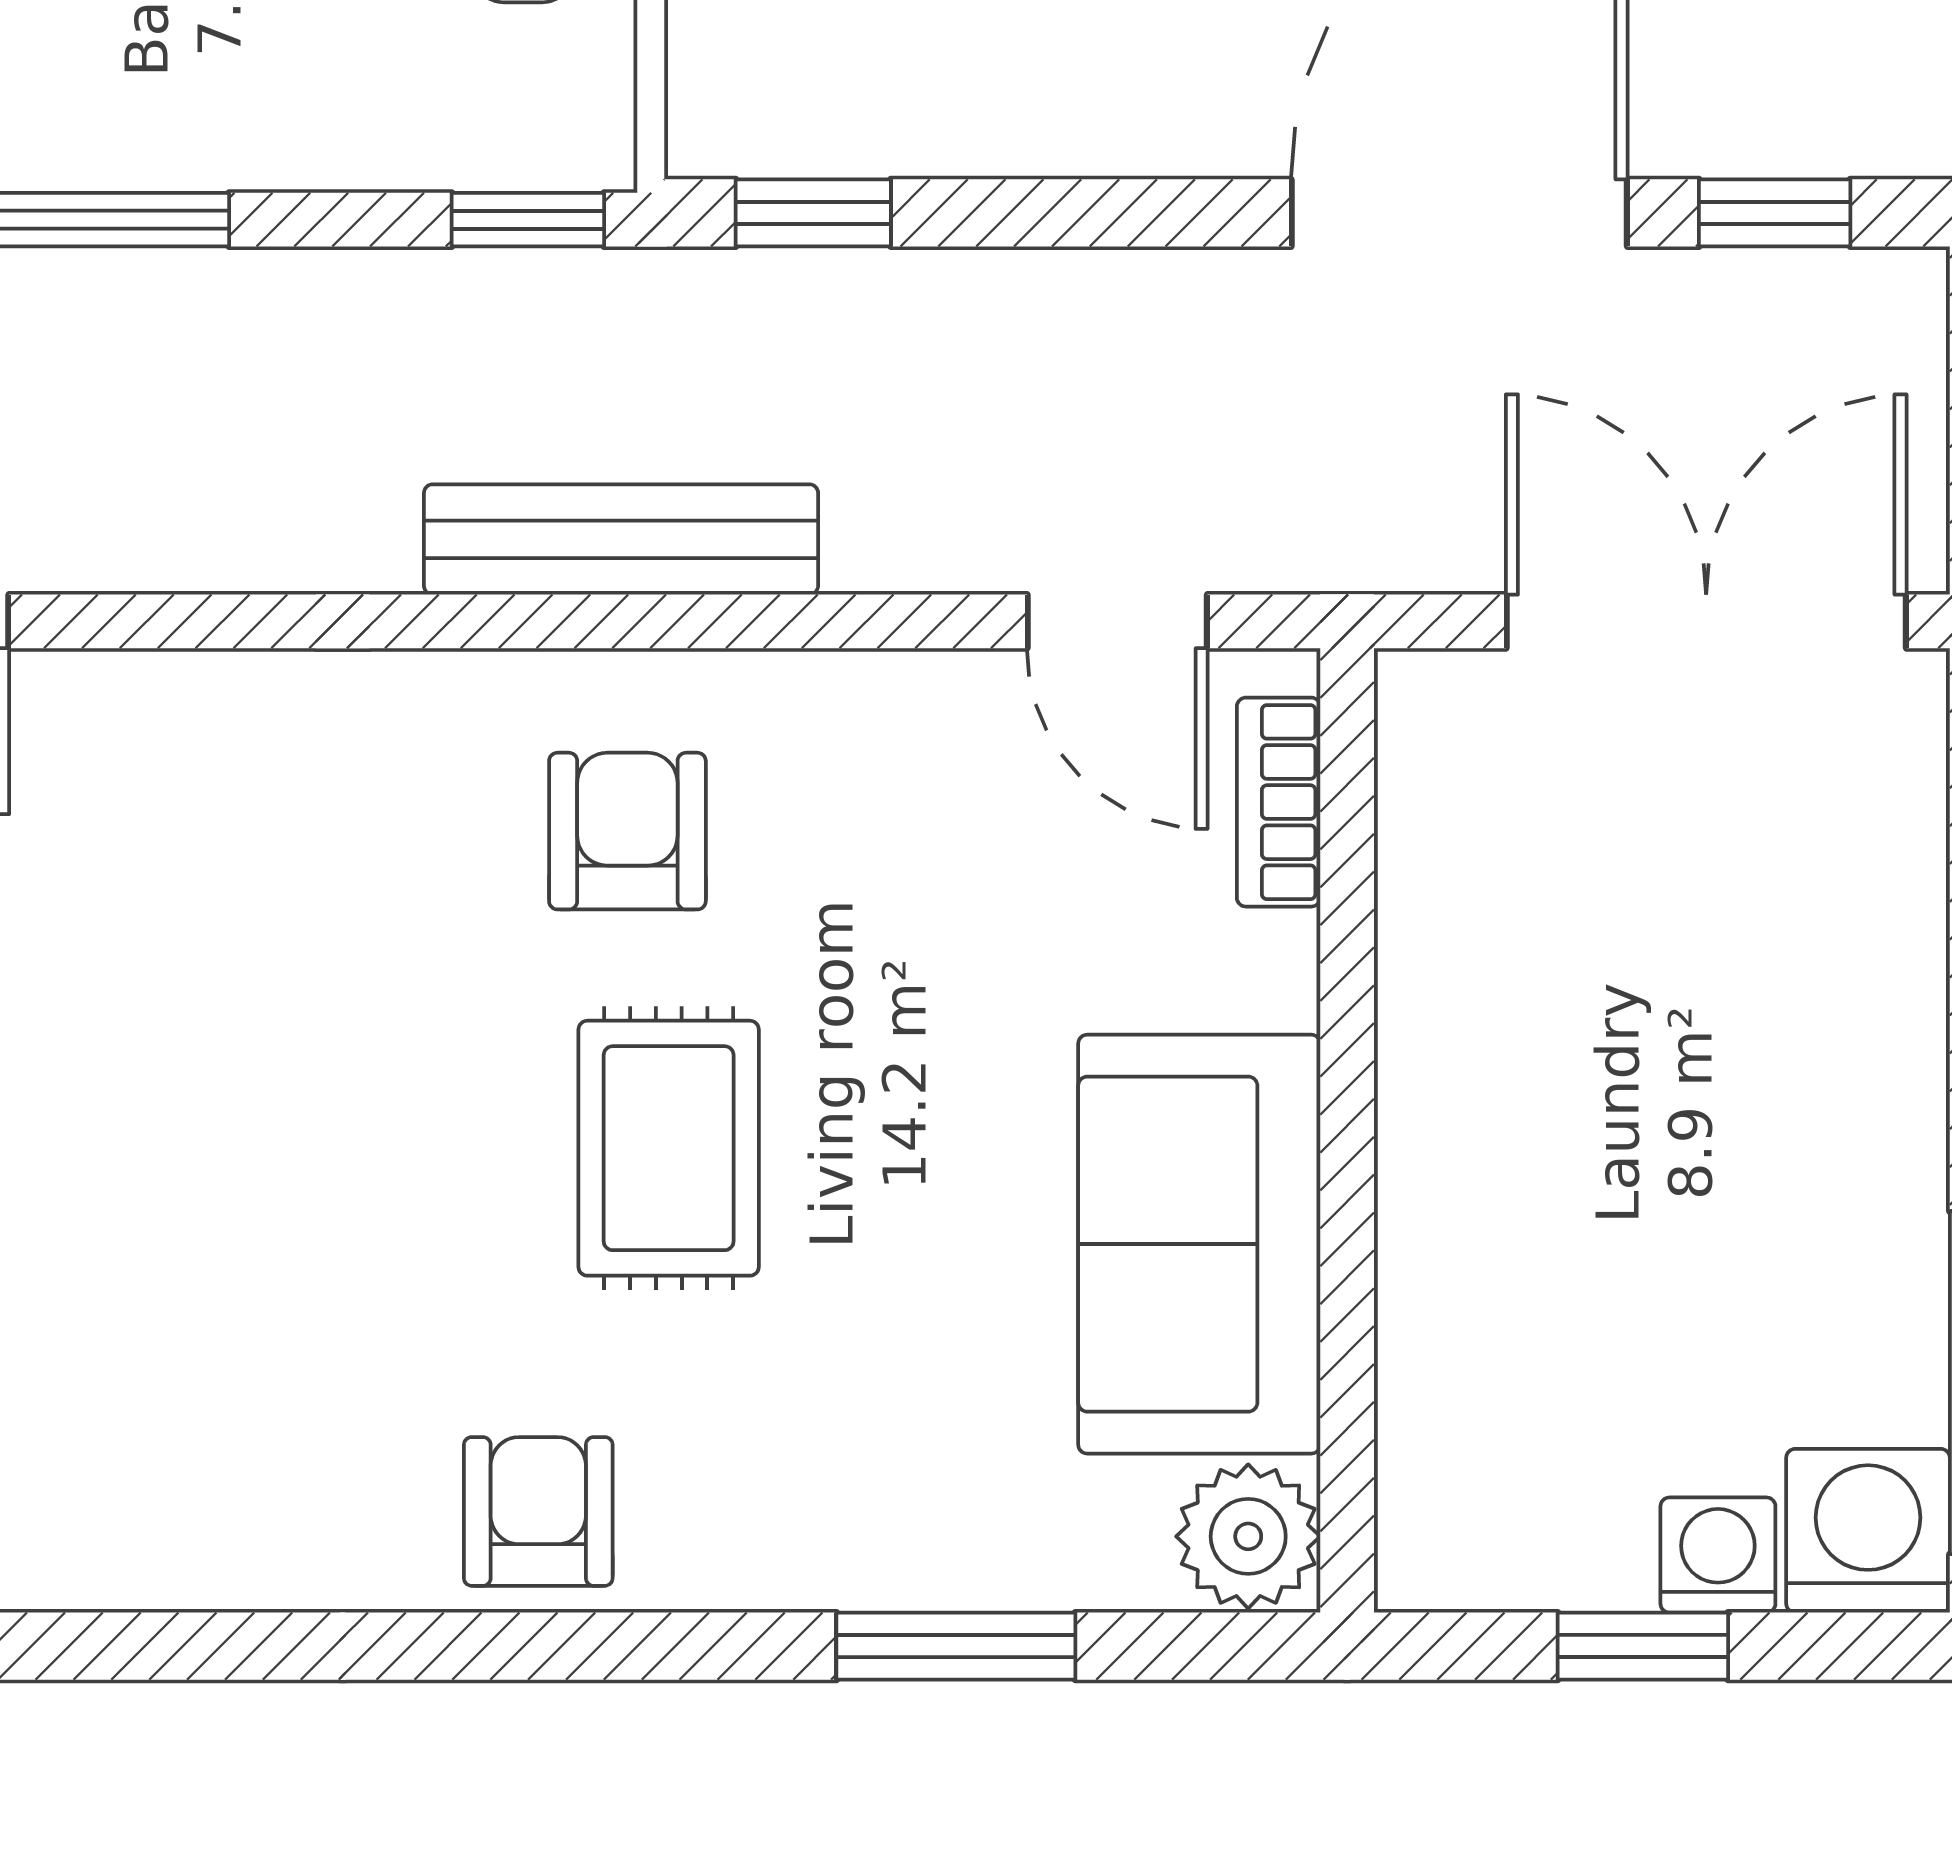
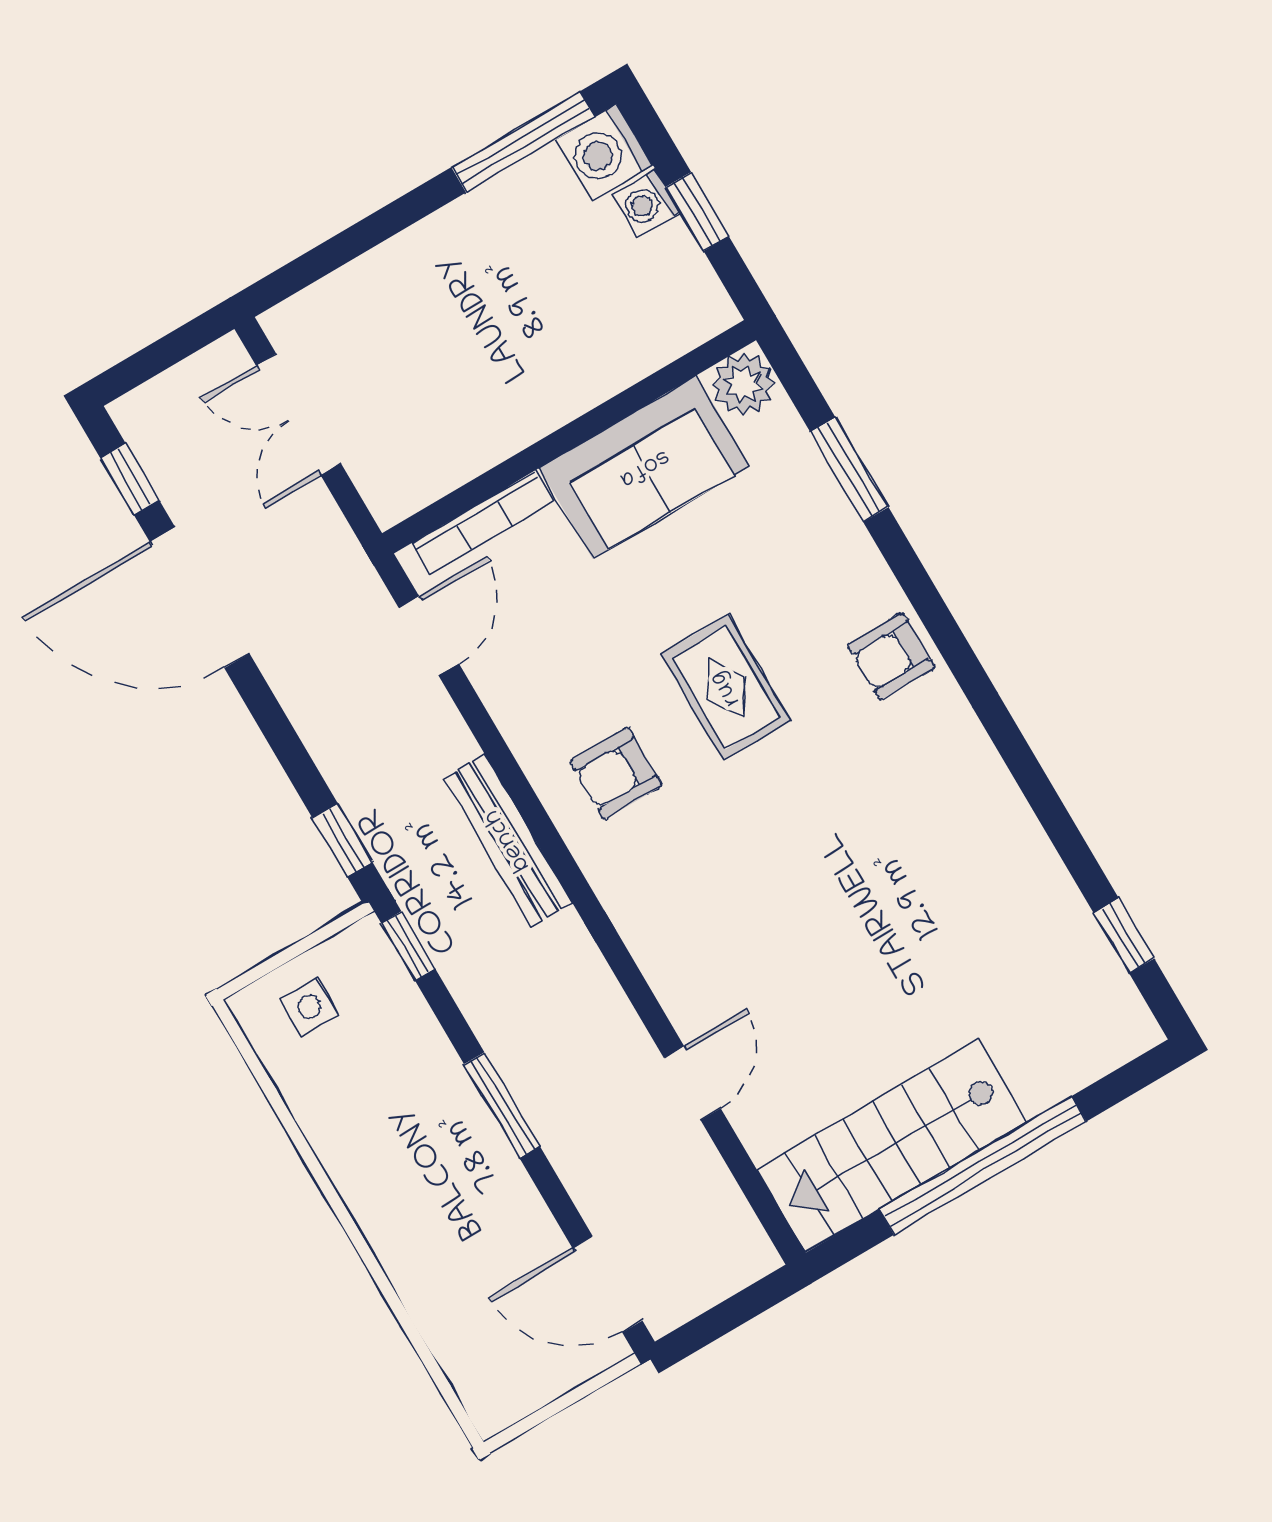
double door: (1706, 621) -> (298, 414), width x0.73
bookcase: (1279, 802) -> (483, 522), width x1.56
rug: (669, 1148) -> (726, 688), turned 90

